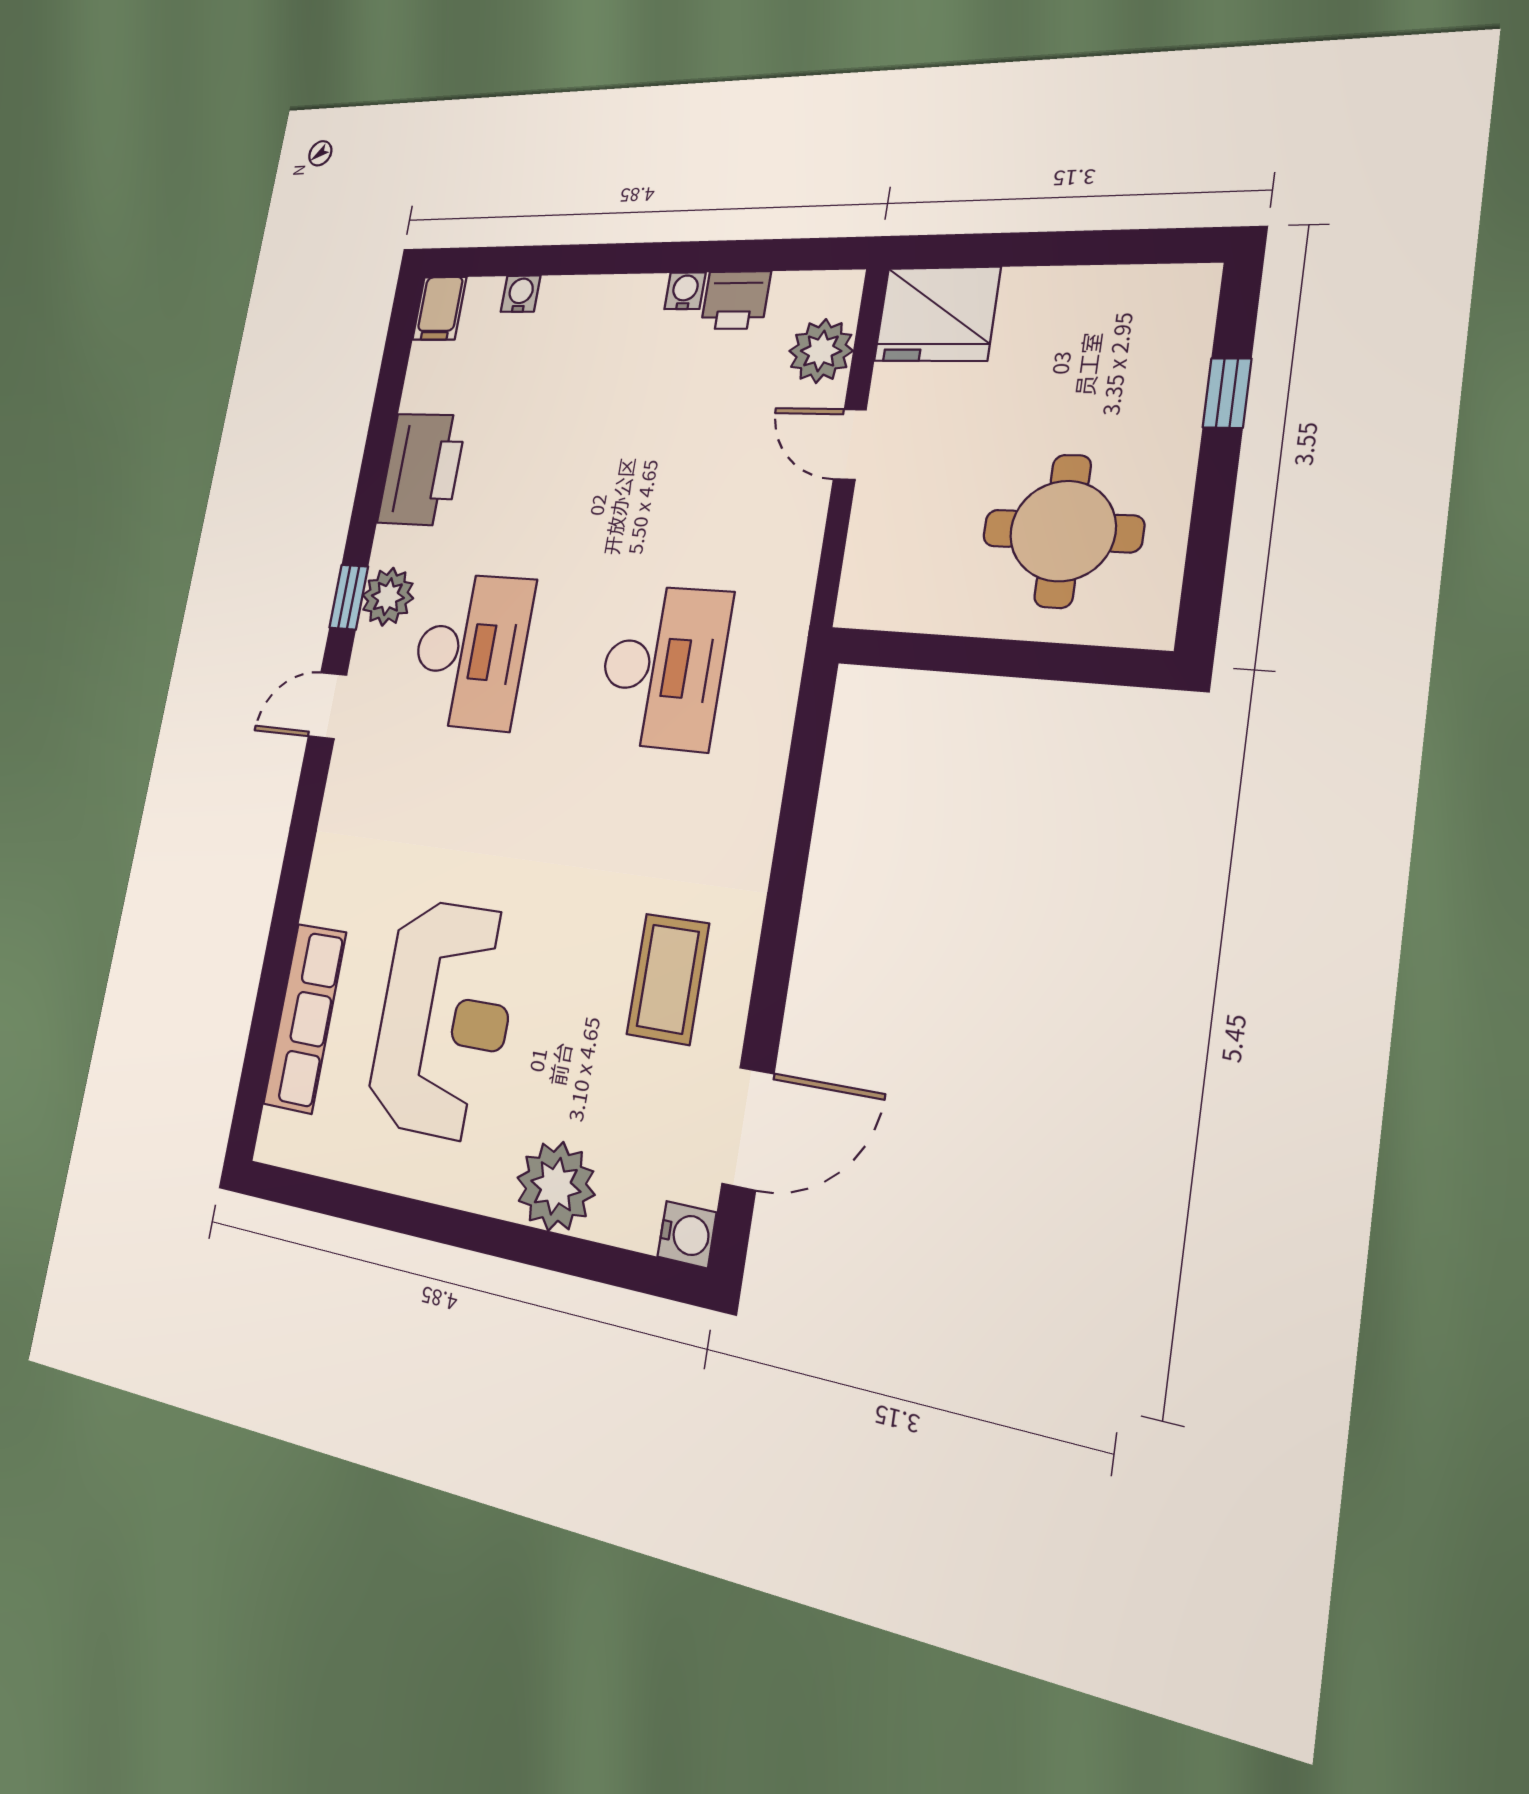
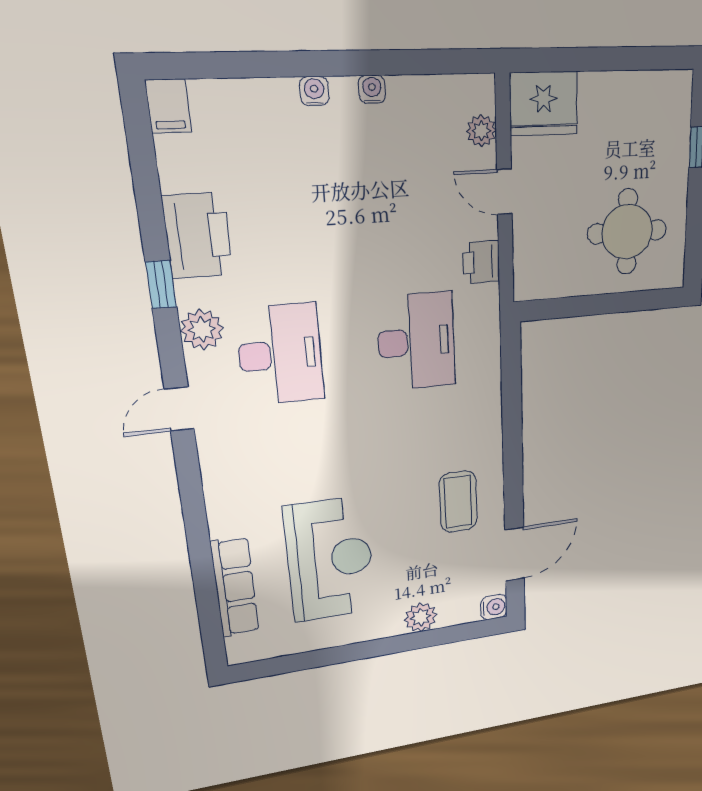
water cooler: (521, 294) -> (314, 91), moved
printer: (736, 300) -> (481, 262), moved, turned 90
plant: (821, 351) -> (481, 131), width x0.73, depth x0.73
window: (349, 597) -> (161, 284), moved
plant: (556, 1186) -> (421, 617), width x0.73, depth x0.73

